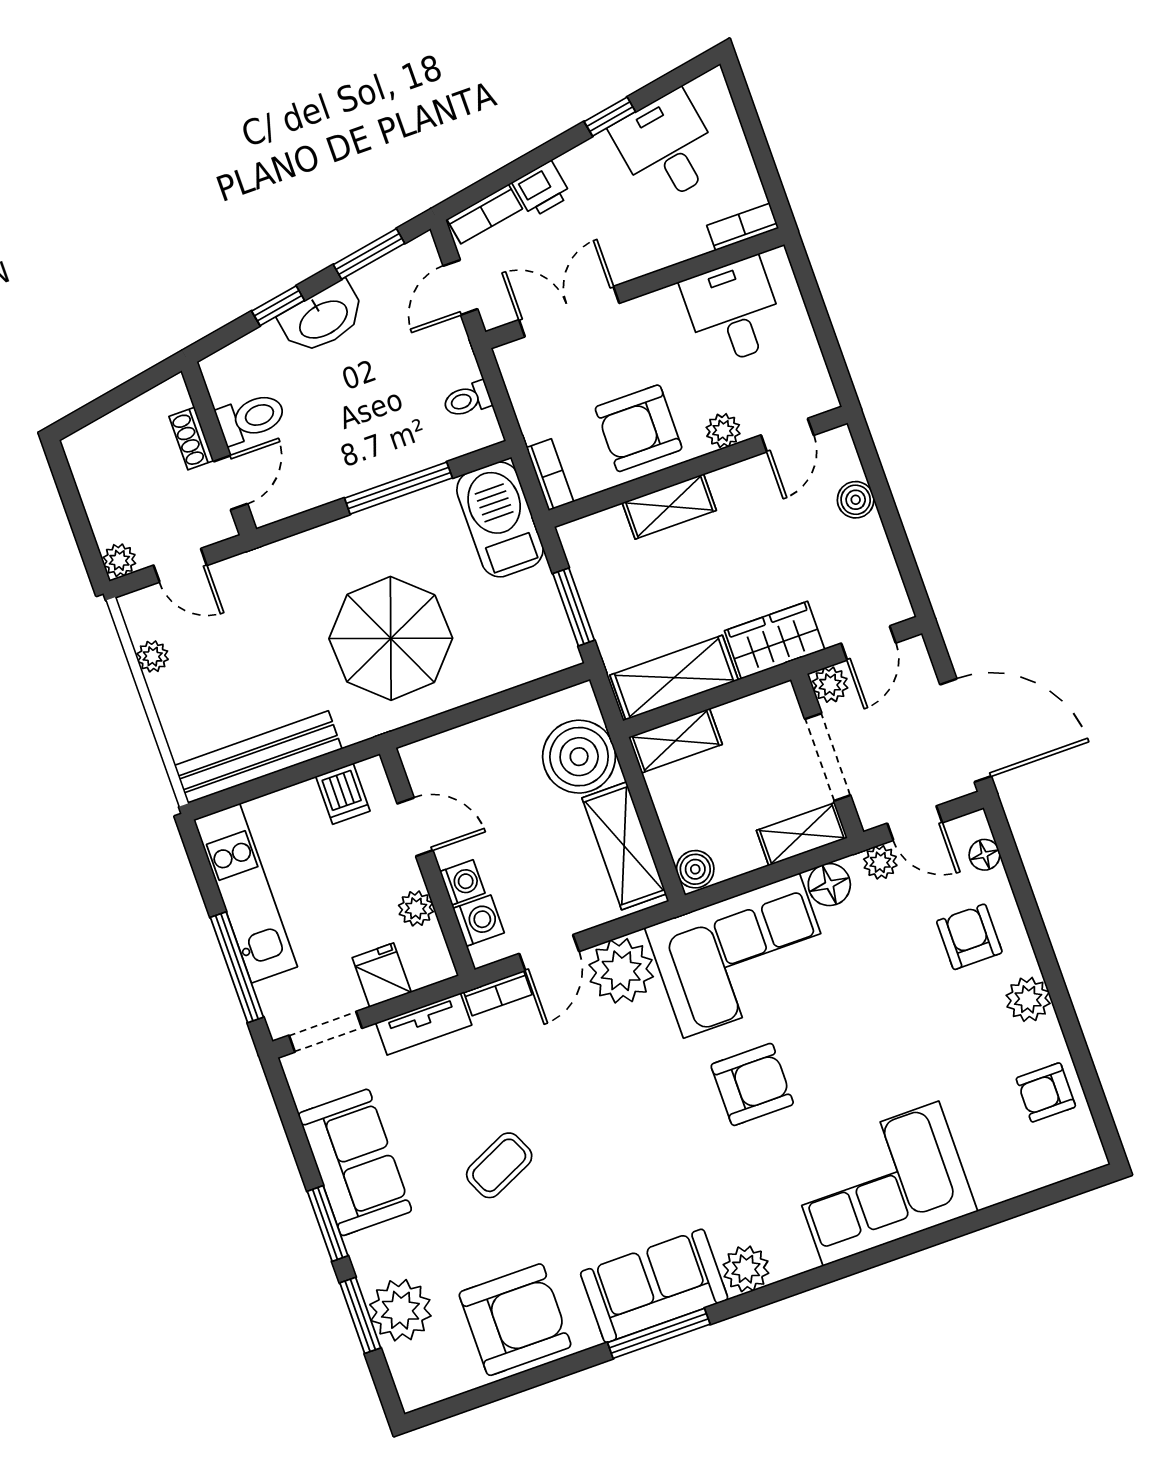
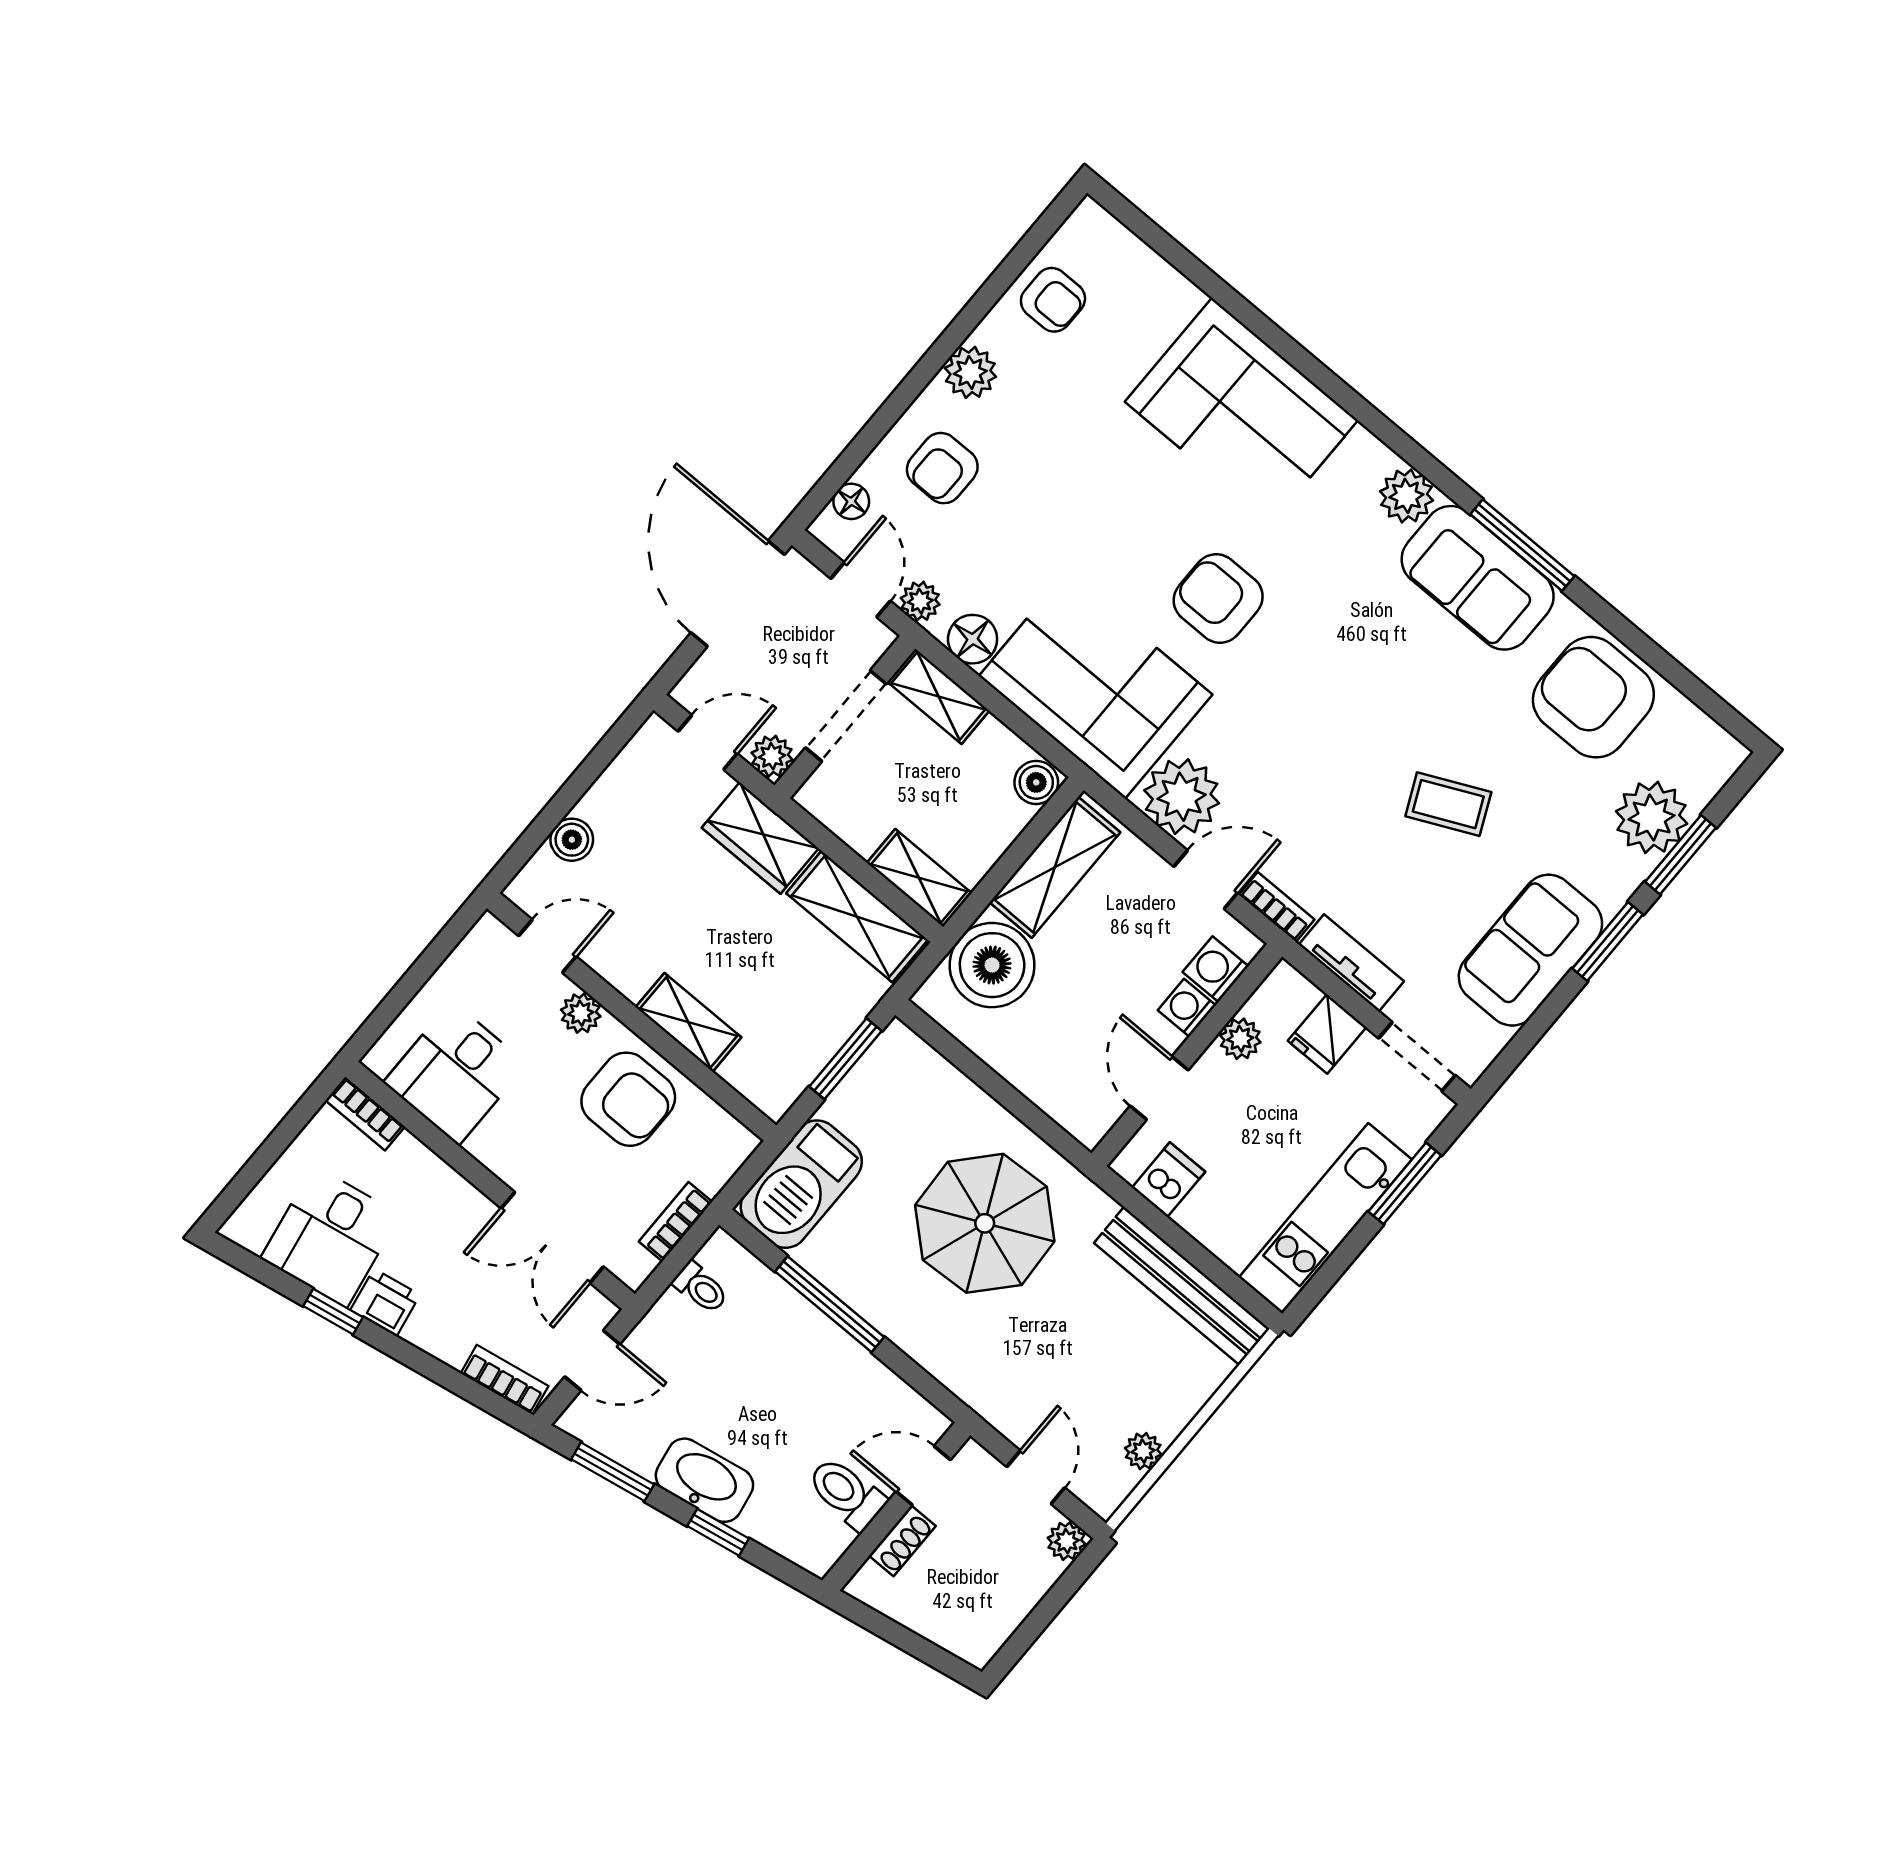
printer: (542, 189) -> (385, 1302), moved
bookcase: (550, 475) -> (676, 1222), moved
window: (237, 967) -> (1405, 1183), width x0.69

